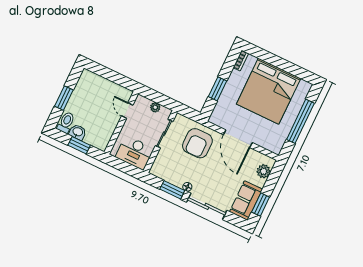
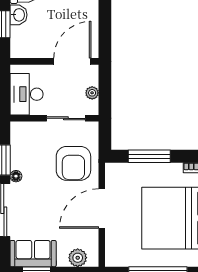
window: (217, 89) -> (149, 156), width x1.44
door: (127, 111) -> (72, 61), width x1.87
armchair: (197, 143) -> (73, 163), turned -90

